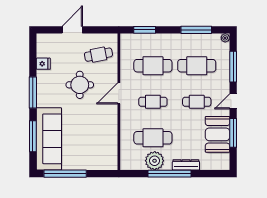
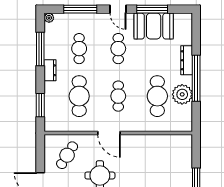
dresser: (177, 39) -> (50, 70), added
cafe table: (98, 55) -> (67, 155), turned 43
cafe table: (197, 66) -> (79, 49), width x0.73, depth x0.74

